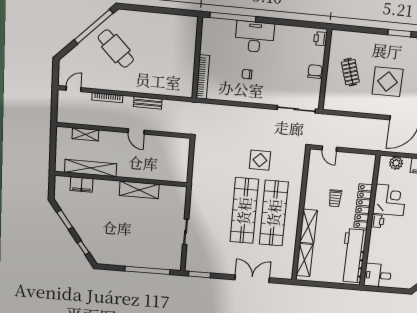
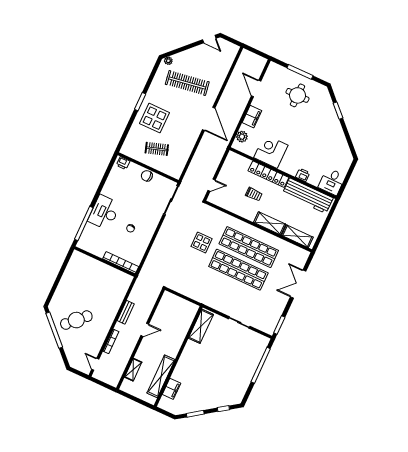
display table: (388, 82) -> (155, 118), moved
shelving: (139, 190) -> (201, 326), moved
printer: (377, 221) -> (303, 175), moved

